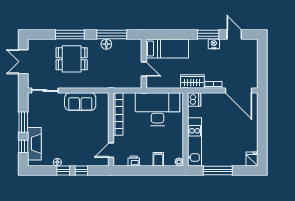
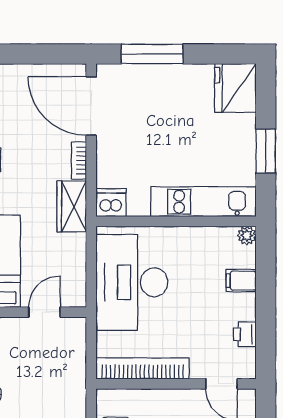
door: (238, 90) -> (91, 106), swing flipped
window: (262, 118) -> (152, 54), added
fridge: (252, 159) -> (235, 88), width x1.88, depth x1.34
window: (218, 171) -> (266, 151), width x0.69

